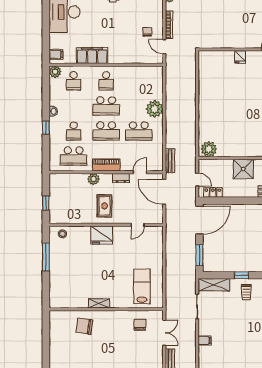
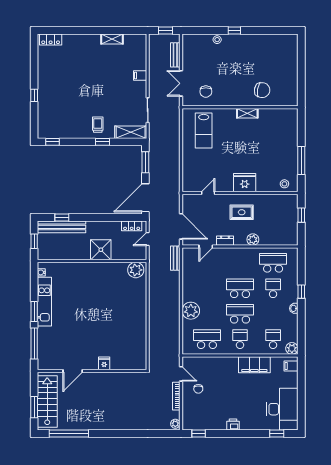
school desk: (139, 131) -> (207, 339), moved
piano: (106, 165) -> (240, 254), removed
door: (197, 179) -> (148, 239), hinge flipped
rug: (105, 206) -> (242, 212), turned 90

